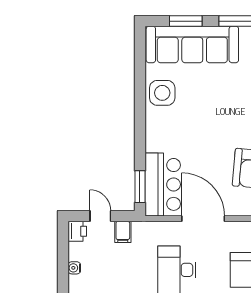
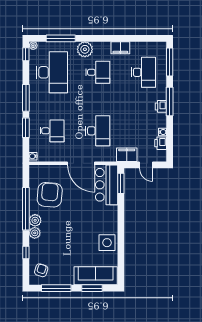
sofa: (192, 44) -> (96, 276), width x0.74, depth x0.79
printer: (77, 231) -> (161, 143), moved
filing cabinet: (123, 232) -> (127, 155), width x2.00

